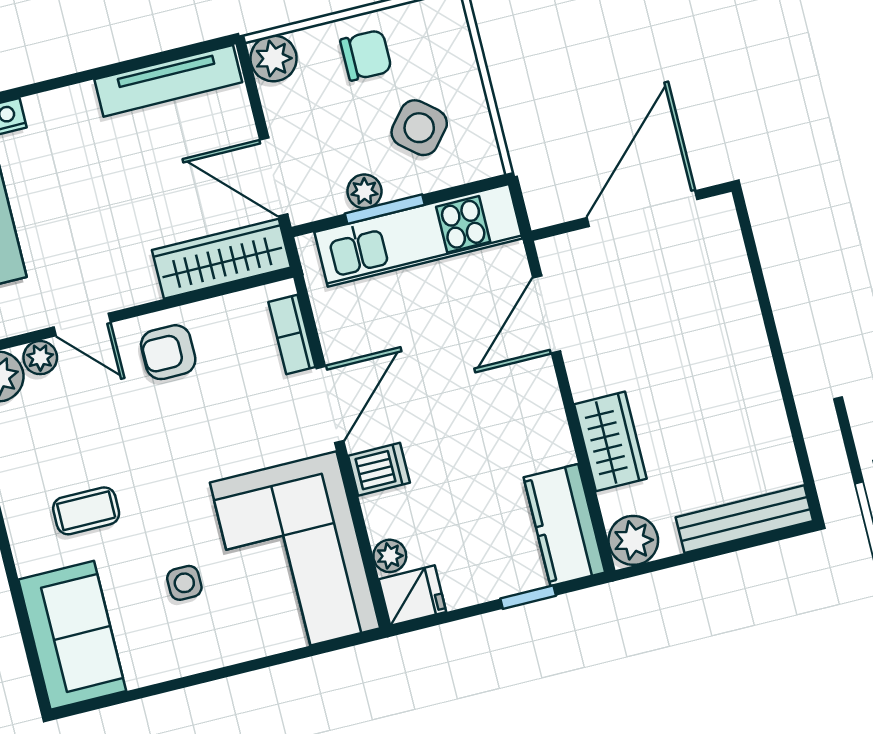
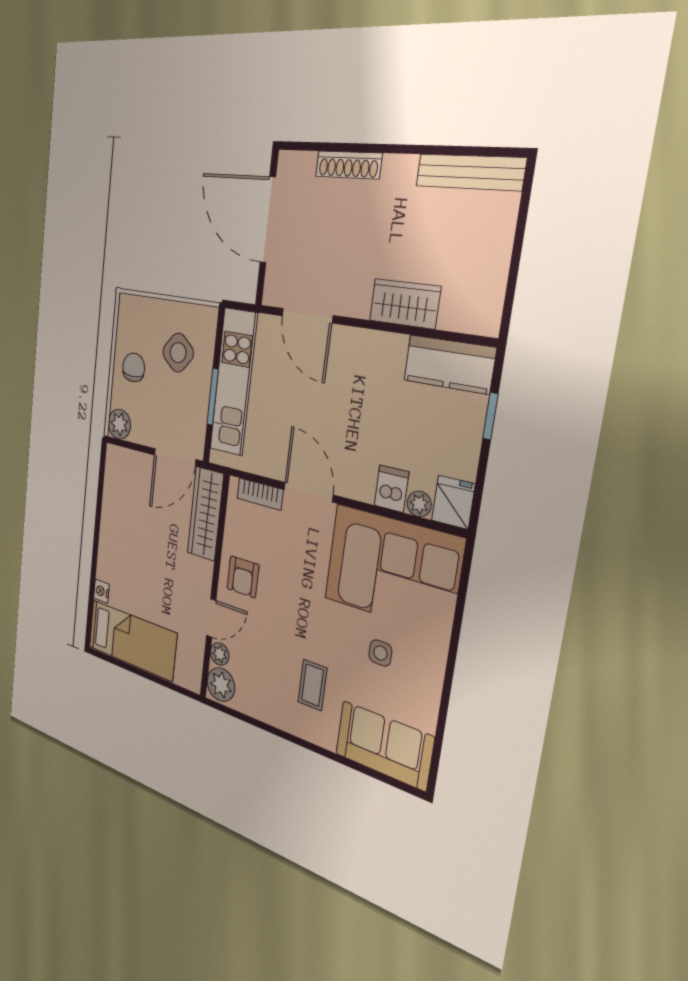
tv unit: (168, 81) -> (112, 492), removed
plant: (364, 191) -> (199, 405), removed
shoe rack: (742, 301) -> (348, 165), added
dishwasher: (379, 469) -> (391, 489), moved
bench: (744, 519) -> (470, 172), moved, turned 90
plant: (633, 540) -> (482, 315), removed

